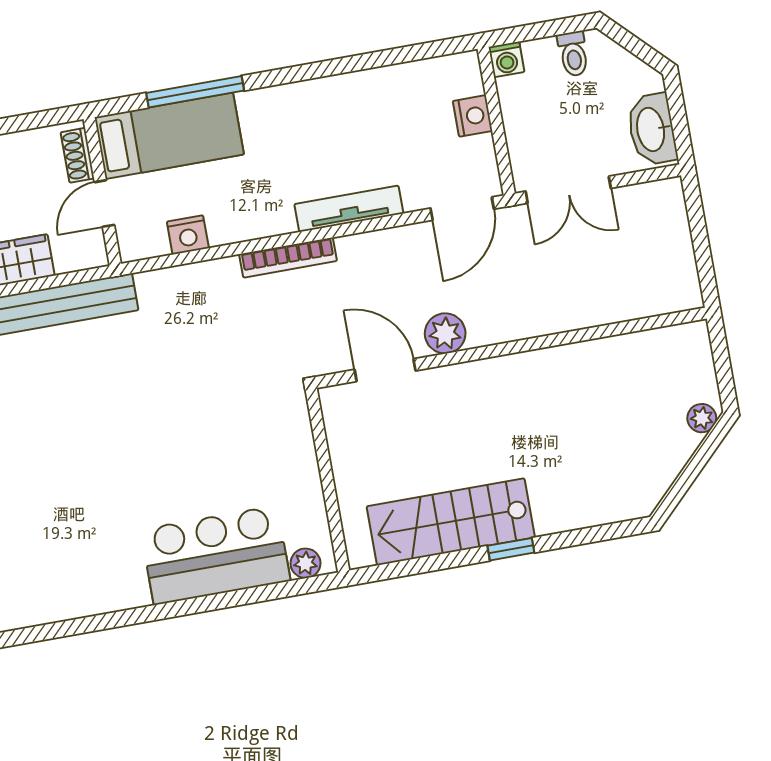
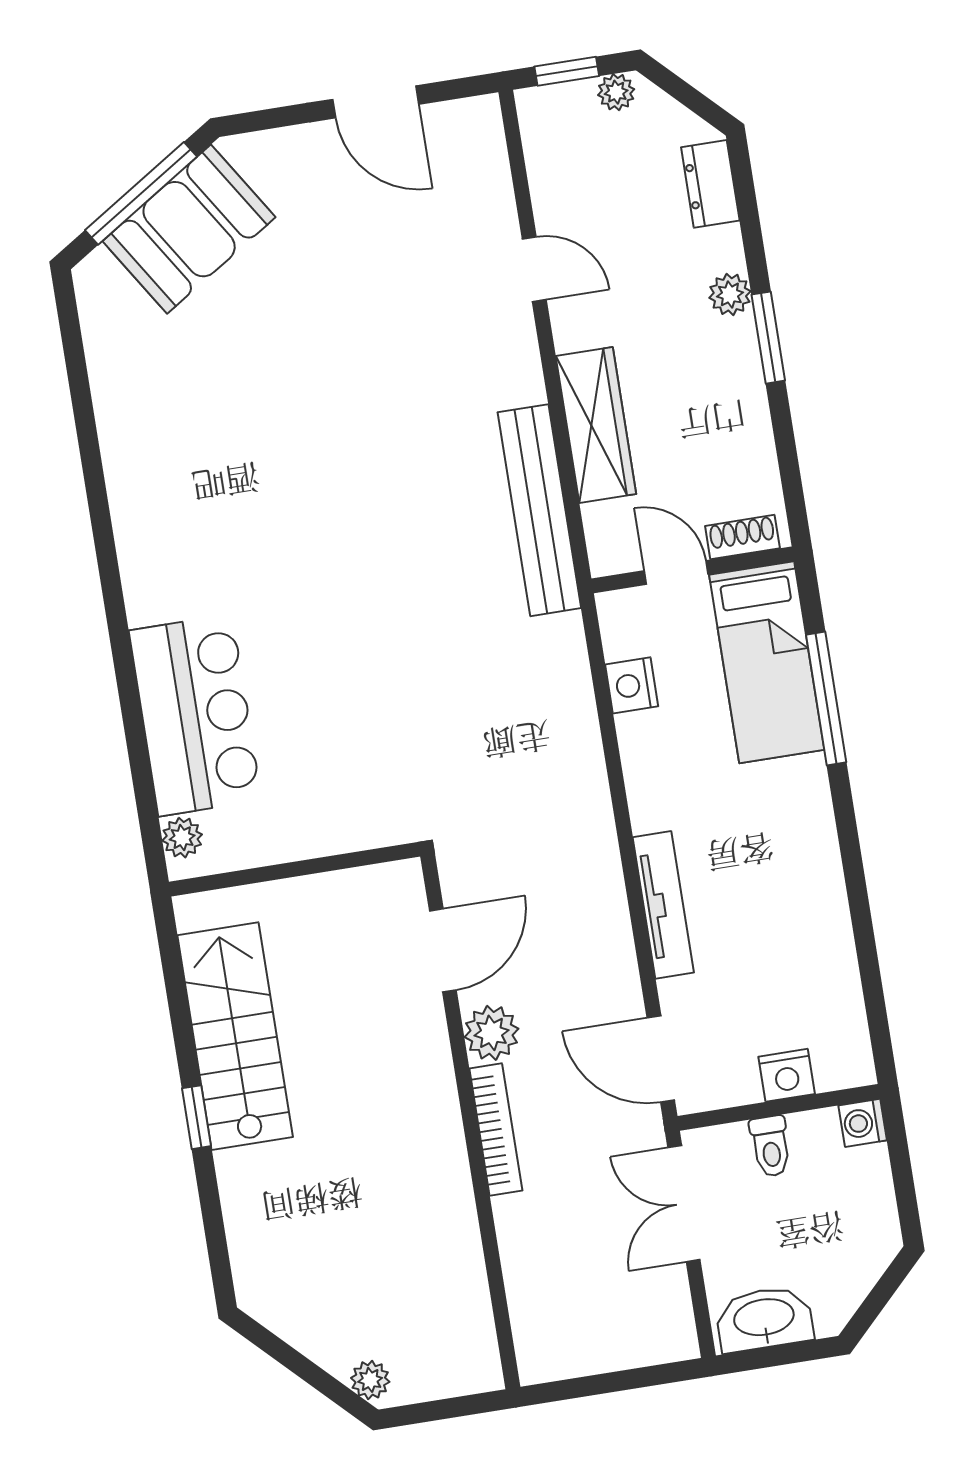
toilet: (573, 54) -> (771, 1146), moved, turned -90
bookcase: (288, 258) -> (496, 1129), moved, turned 180

